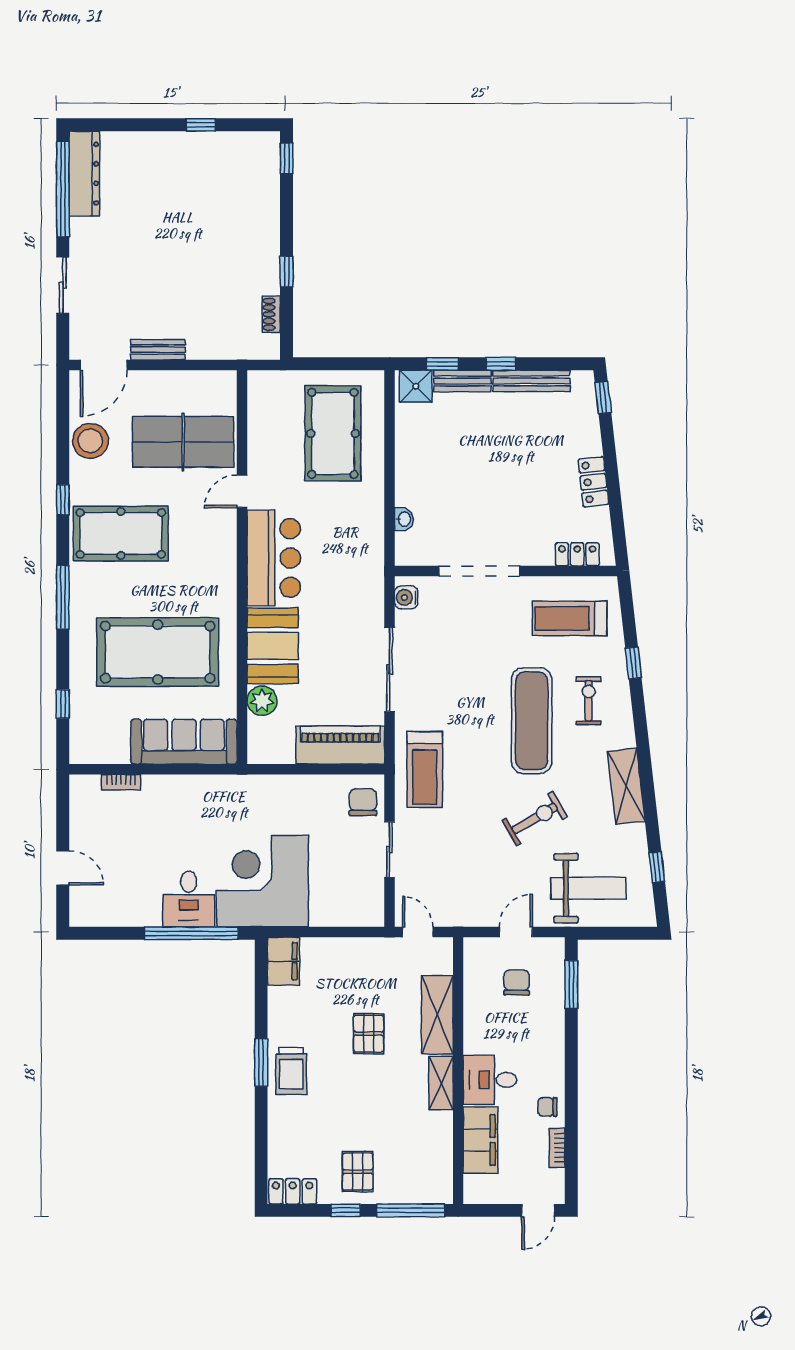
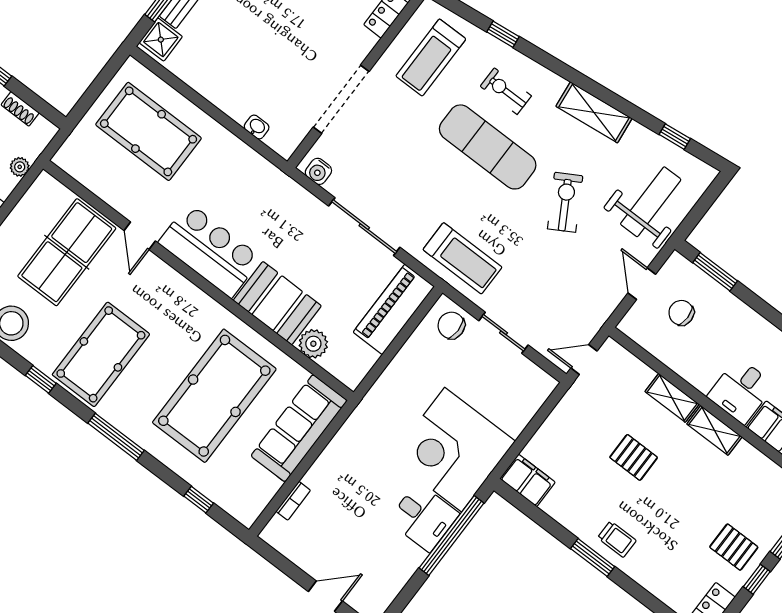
plant: (224, 350) -> (20, 167), added
shelving: (437, 1015) -> (672, 398), width x0.67, depth x0.75
trolley: (291, 1071) -> (617, 539), width x0.73, depth x0.72

